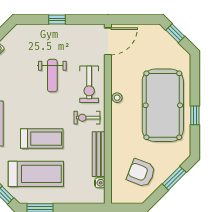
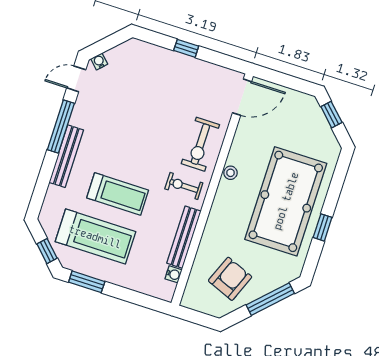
weight bench: (52, 76) -> (157, 118), removed
armchair: (141, 173) -> (230, 279), turned 91
window: (174, 178) -> (270, 299), width x1.44

